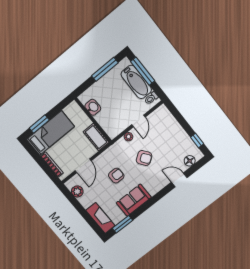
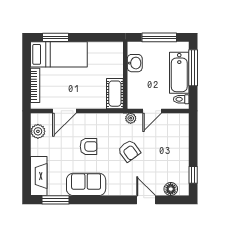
washbasin: (93, 107) -> (135, 63), moved
wall: (93, 120) -> (125, 75), moved
cot: (96, 137) -> (115, 94), moved

